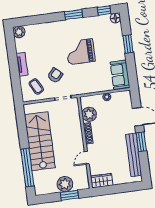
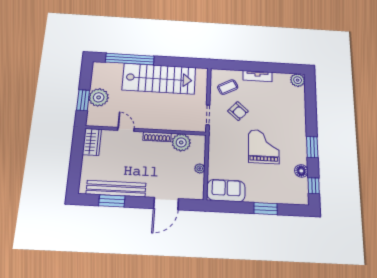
floor lamp: (115, 18) -> (301, 171), moved
window: (141, 142) -> (112, 201), moved

